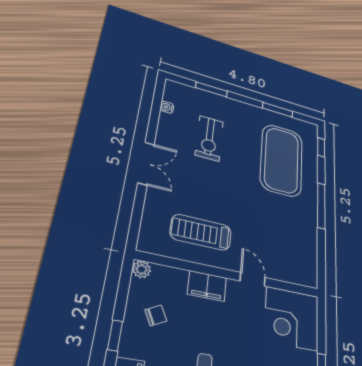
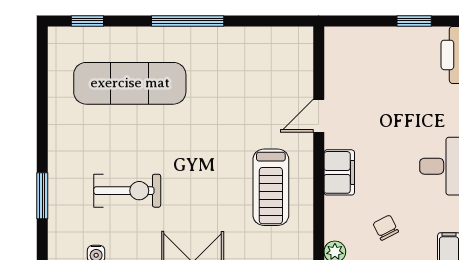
window: (278, 110) -> (42, 93), removed
exercise mat: (282, 160) -> (130, 83), width x0.68
corner desk: (292, 318) -> (359, 61), removed

